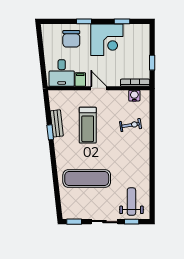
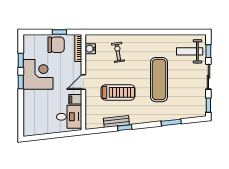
window: (84, 21) -> (21, 82), moved
chair: (71, 39) -> (56, 45), moved
exercise mat: (87, 178) -> (159, 80), moved
window: (56, 182) -> (171, 122), added

